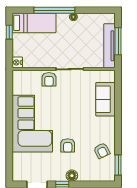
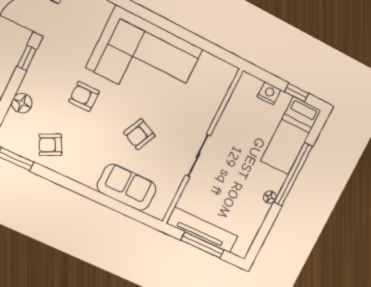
nightstand: (17, 62) -> (269, 93), moved
armchair: (49, 79) -> (139, 134), moved, turned -65
floor lamp: (72, 176) -> (22, 103), moved

